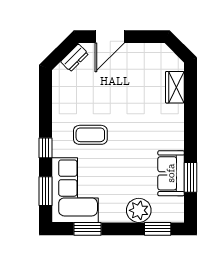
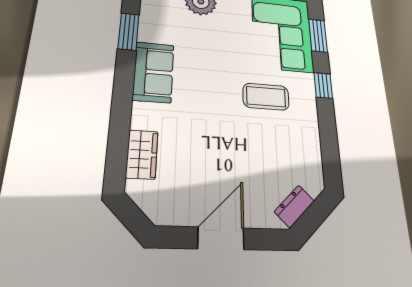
door: (110, 37) -> (221, 238), moved
sofa: (171, 173) -> (153, 72), moved

